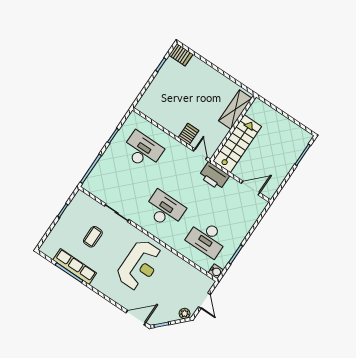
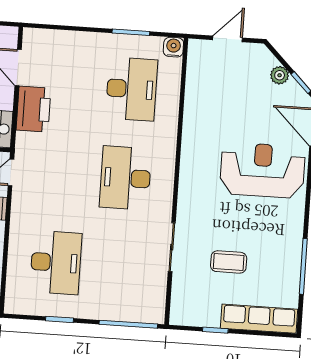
desk: (142, 150) -> (56, 263), turned 180
printer: (214, 176) -> (33, 109), moved
reception desk: (140, 265) -> (262, 170), moved
row of seats: (75, 266) -> (259, 319), moved, turned 90
plant: (185, 313) -> (280, 75), moved

